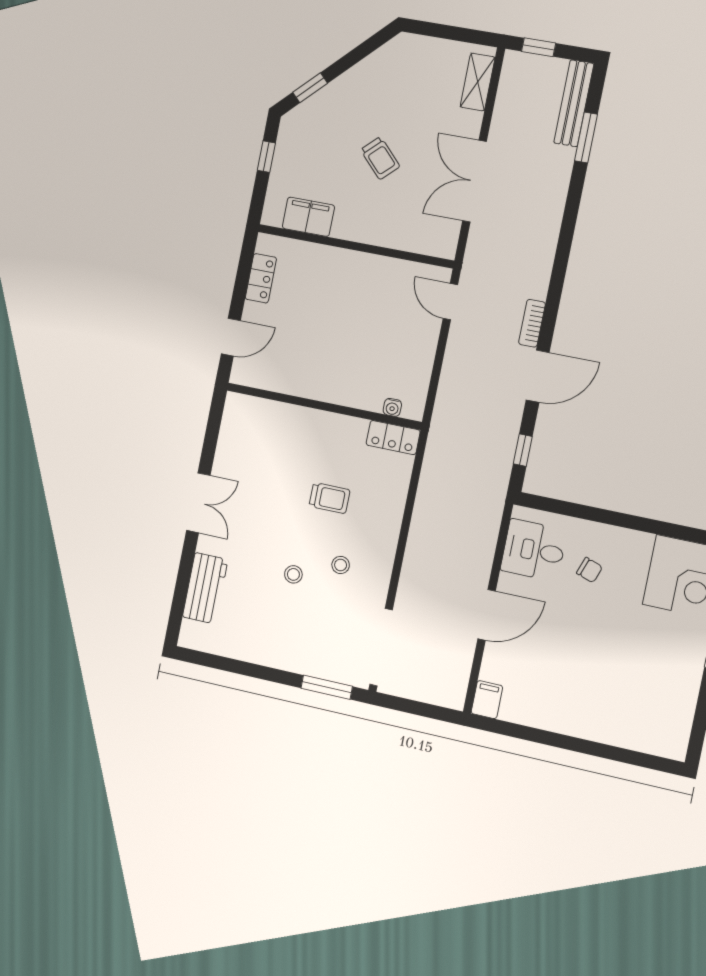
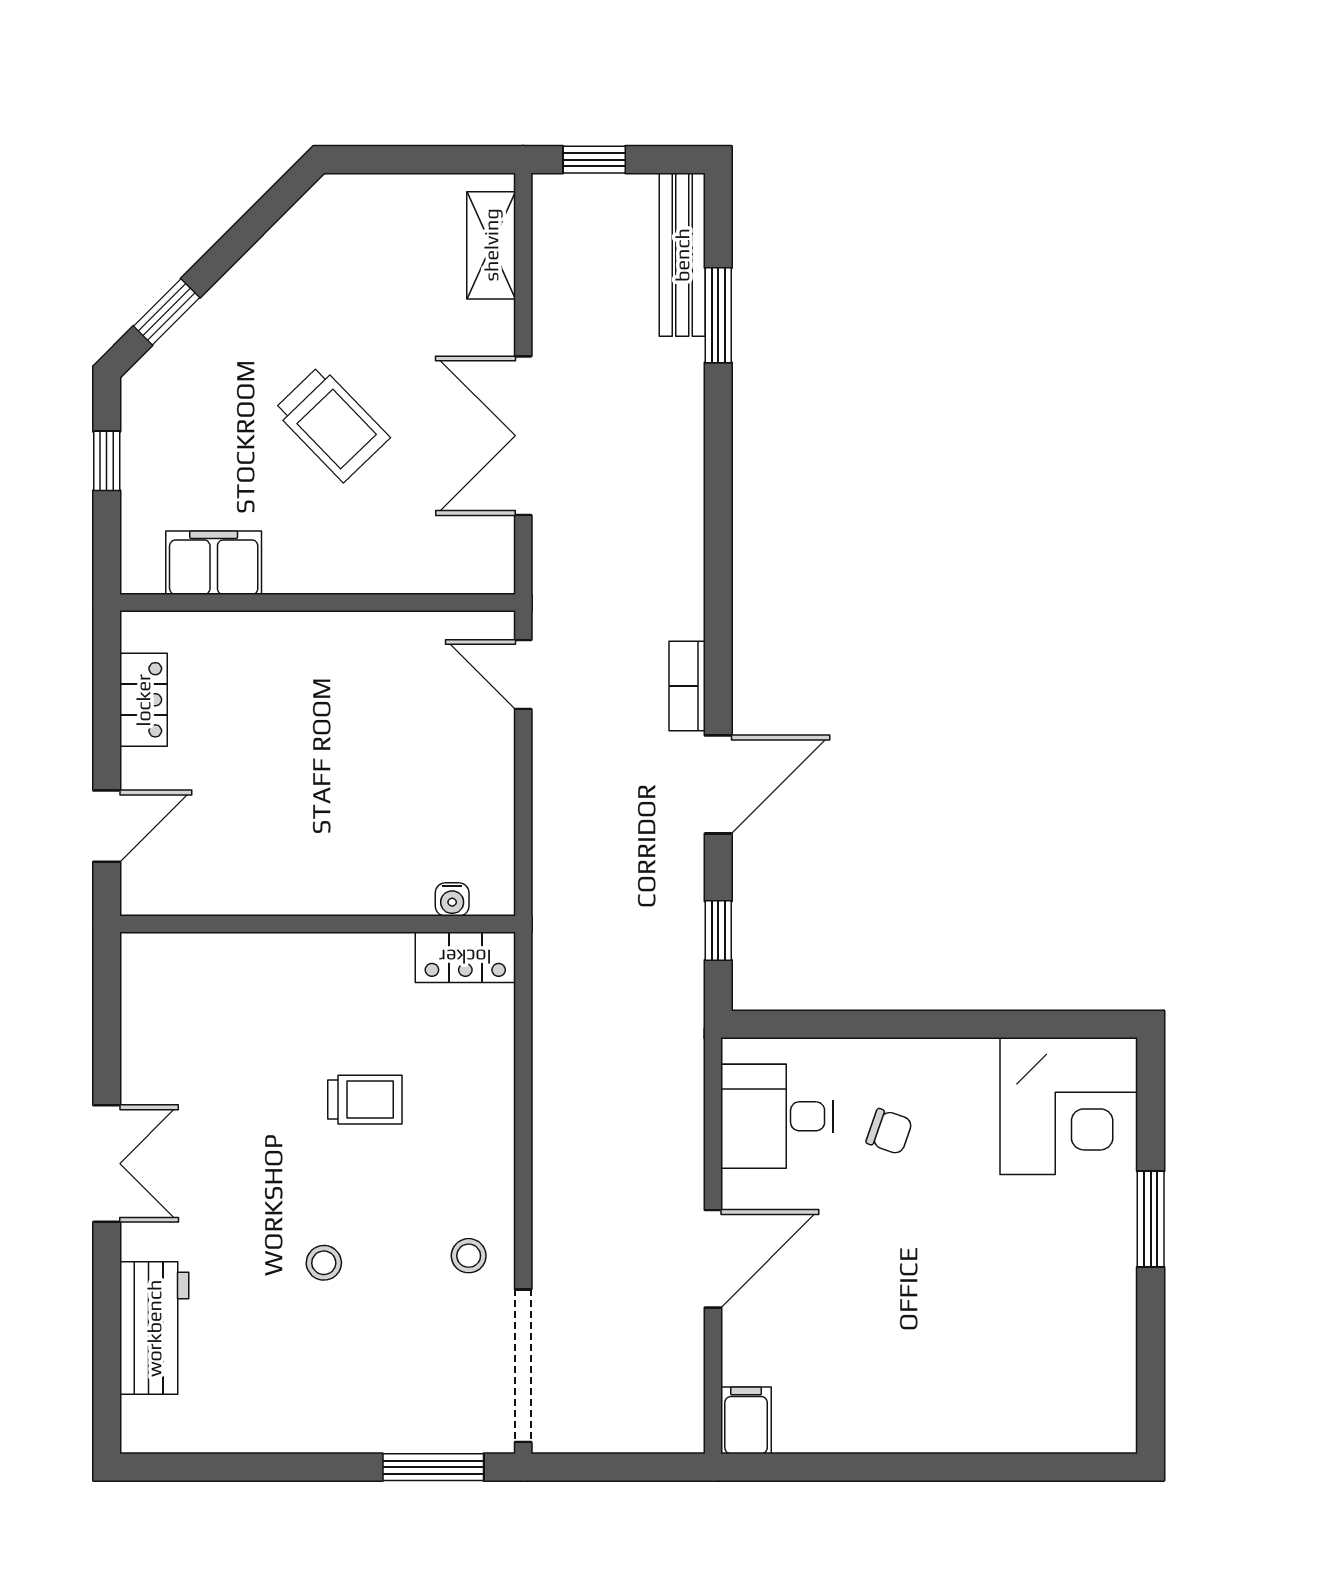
trolley: (380, 158) -> (332, 424), width x1.36, depth x1.39
stool: (341, 565) -> (469, 1256), moved

